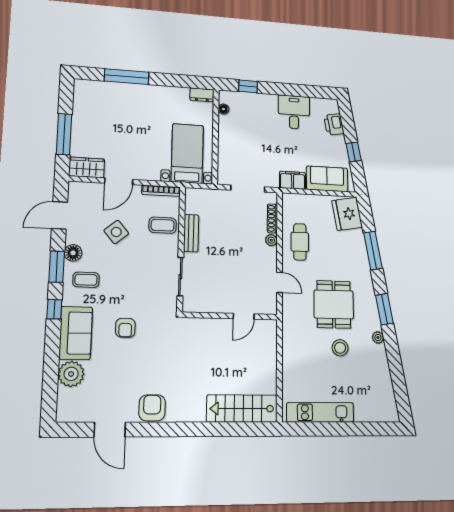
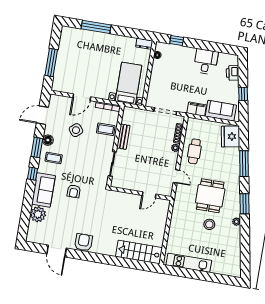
wardrobe: (87, 167) -> (63, 86), removed

